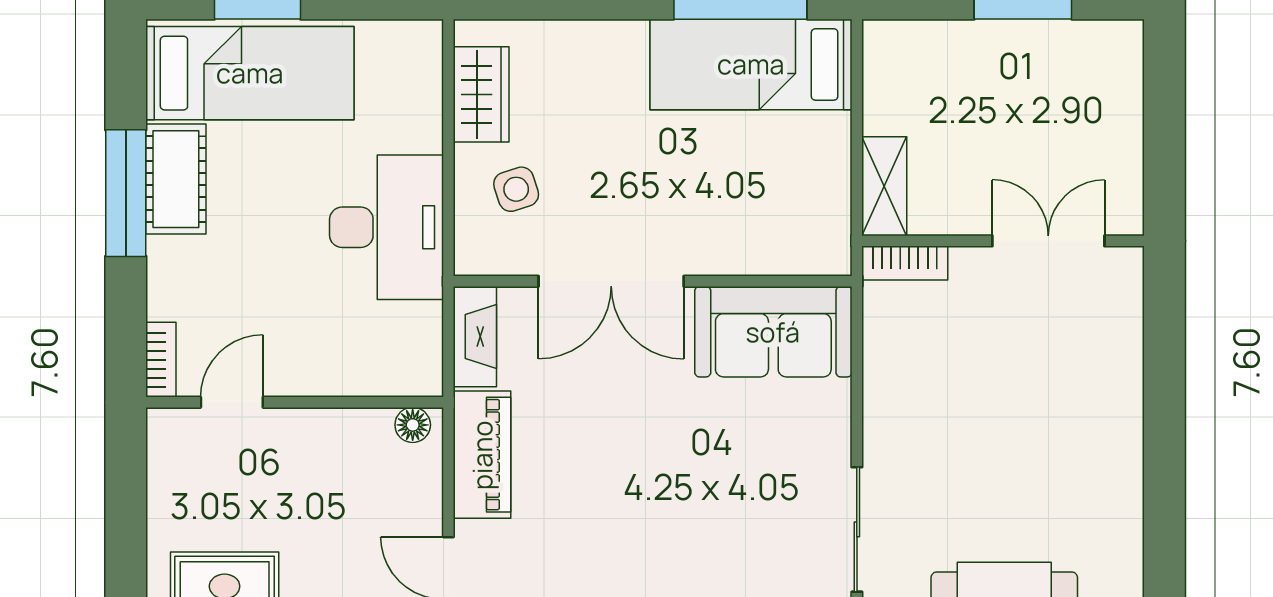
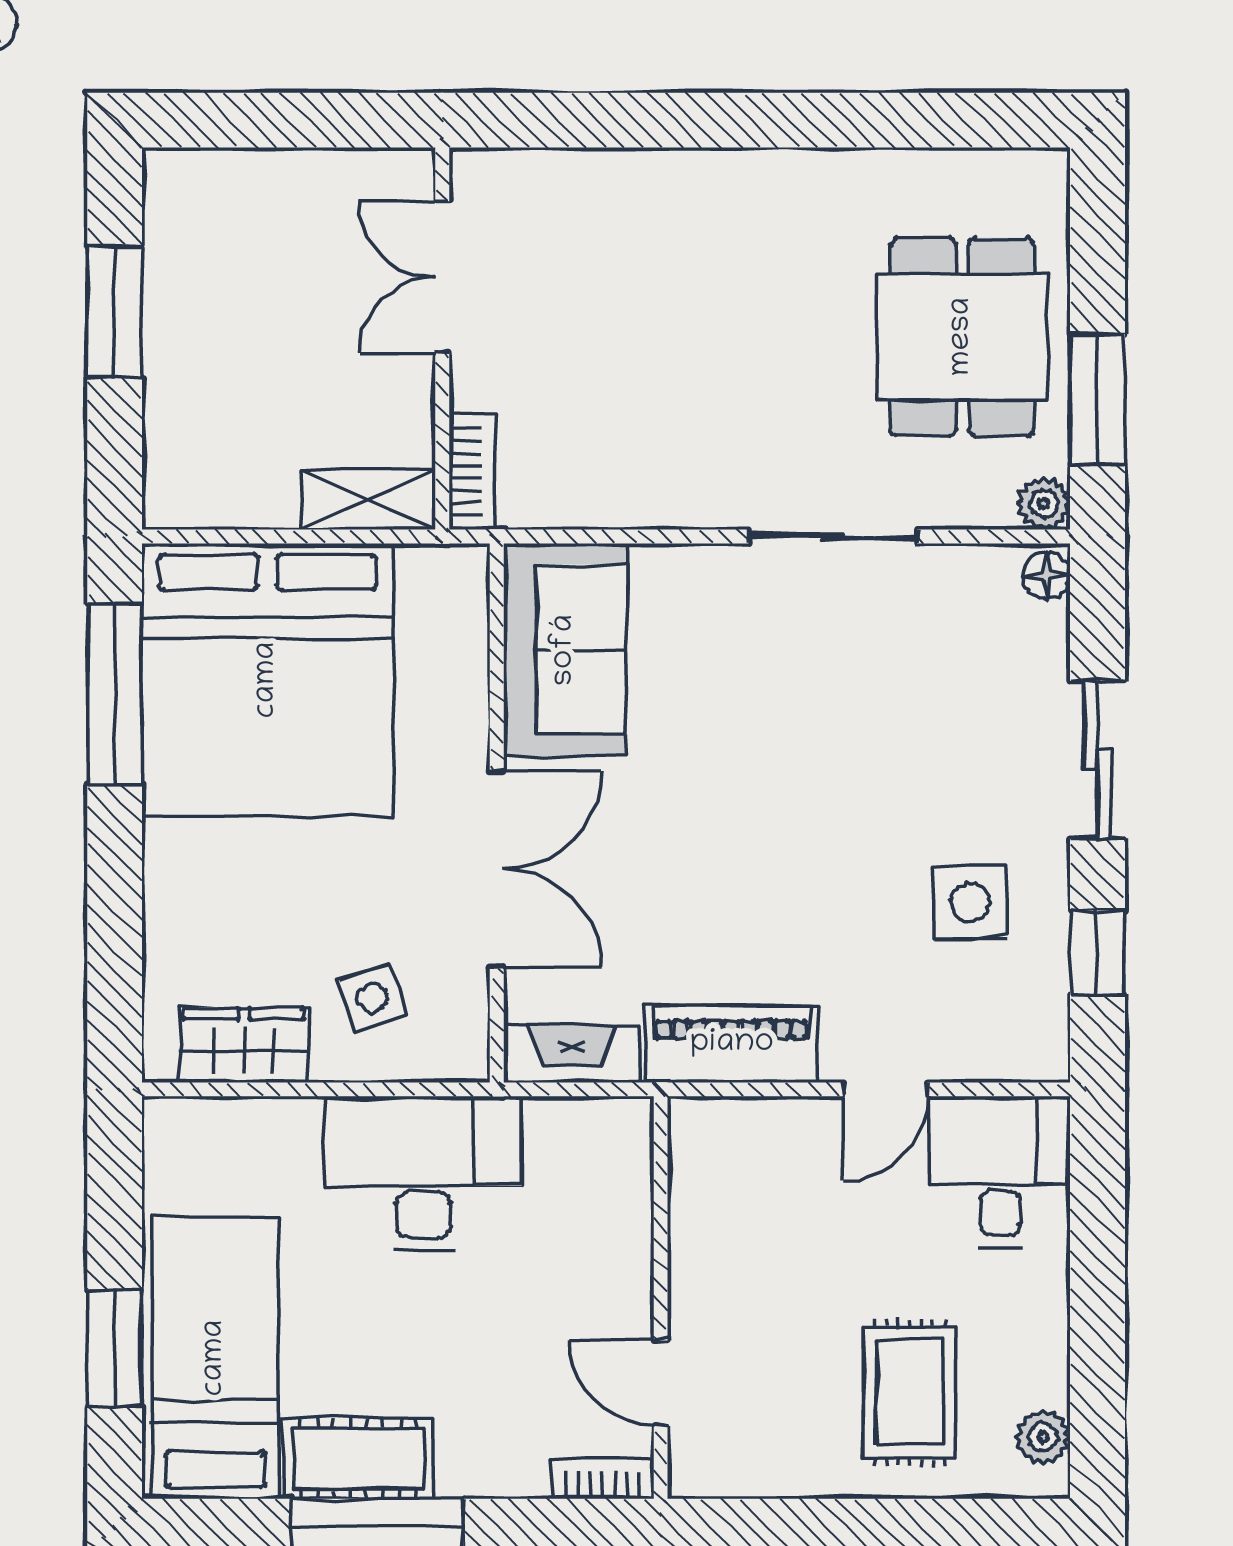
bed: (751, 64) -> (267, 680), width x2.04
floor lamp: (413, 425) -> (691, 1138), removed

